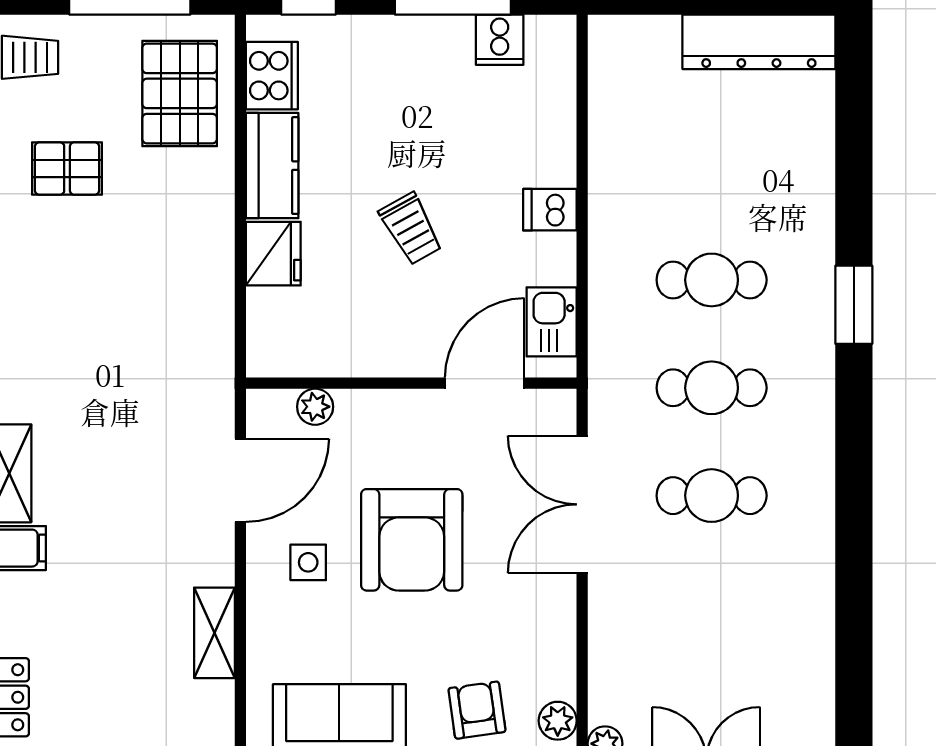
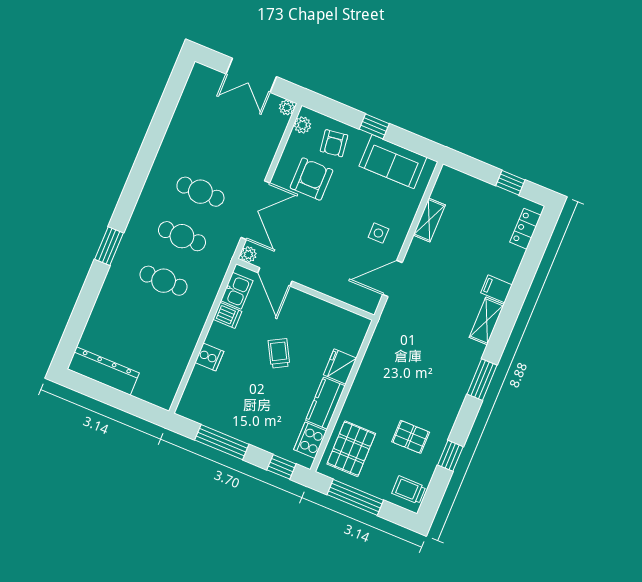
cooker: (500, 40) -> (209, 357), moved, turned 90
dishwasher: (550, 210) -> (227, 315), moved
door: (485, 383) -> (275, 277), hinge flipped
plant: (315, 407) -> (248, 254), moved
armchair: (412, 540) -> (311, 179), moved, width x0.73, depth x0.73

